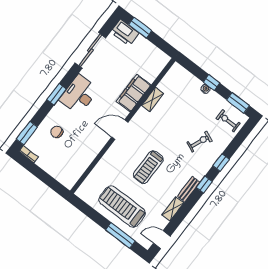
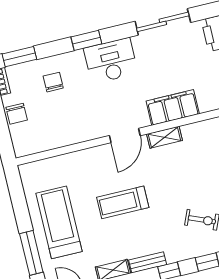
shelving: (153, 99) -> (164, 137), moved
door: (120, 130) -> (125, 136), swing flipped
chair: (51, 166) -> (17, 114), added

